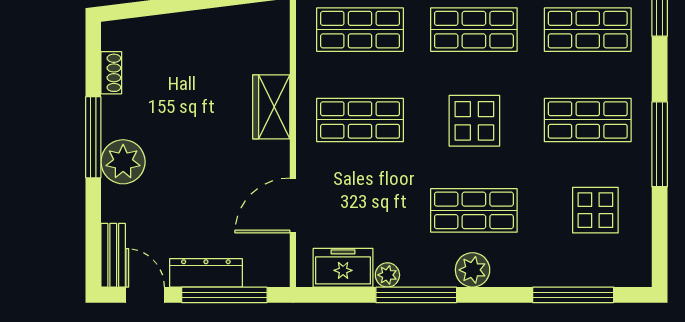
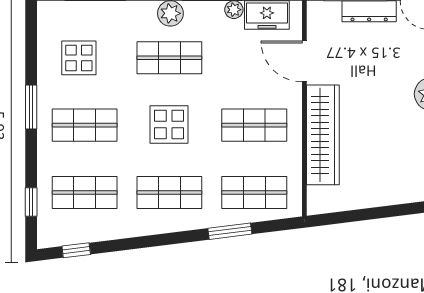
wardrobe: (271, 107) -> (323, 135), width x2.10, depth x1.17
window: (660, 144) -> (31, 107), width x0.69
door: (293, 205) -> (304, 61), swing flipped

